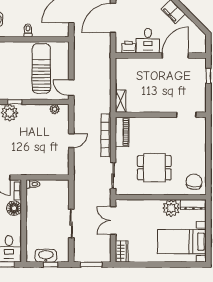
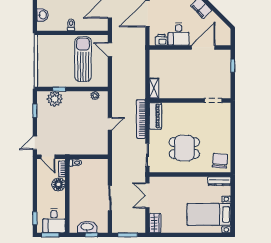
door: (71, 88) -> (110, 50), moved
plant: (171, 208) -> (199, 184), removed

